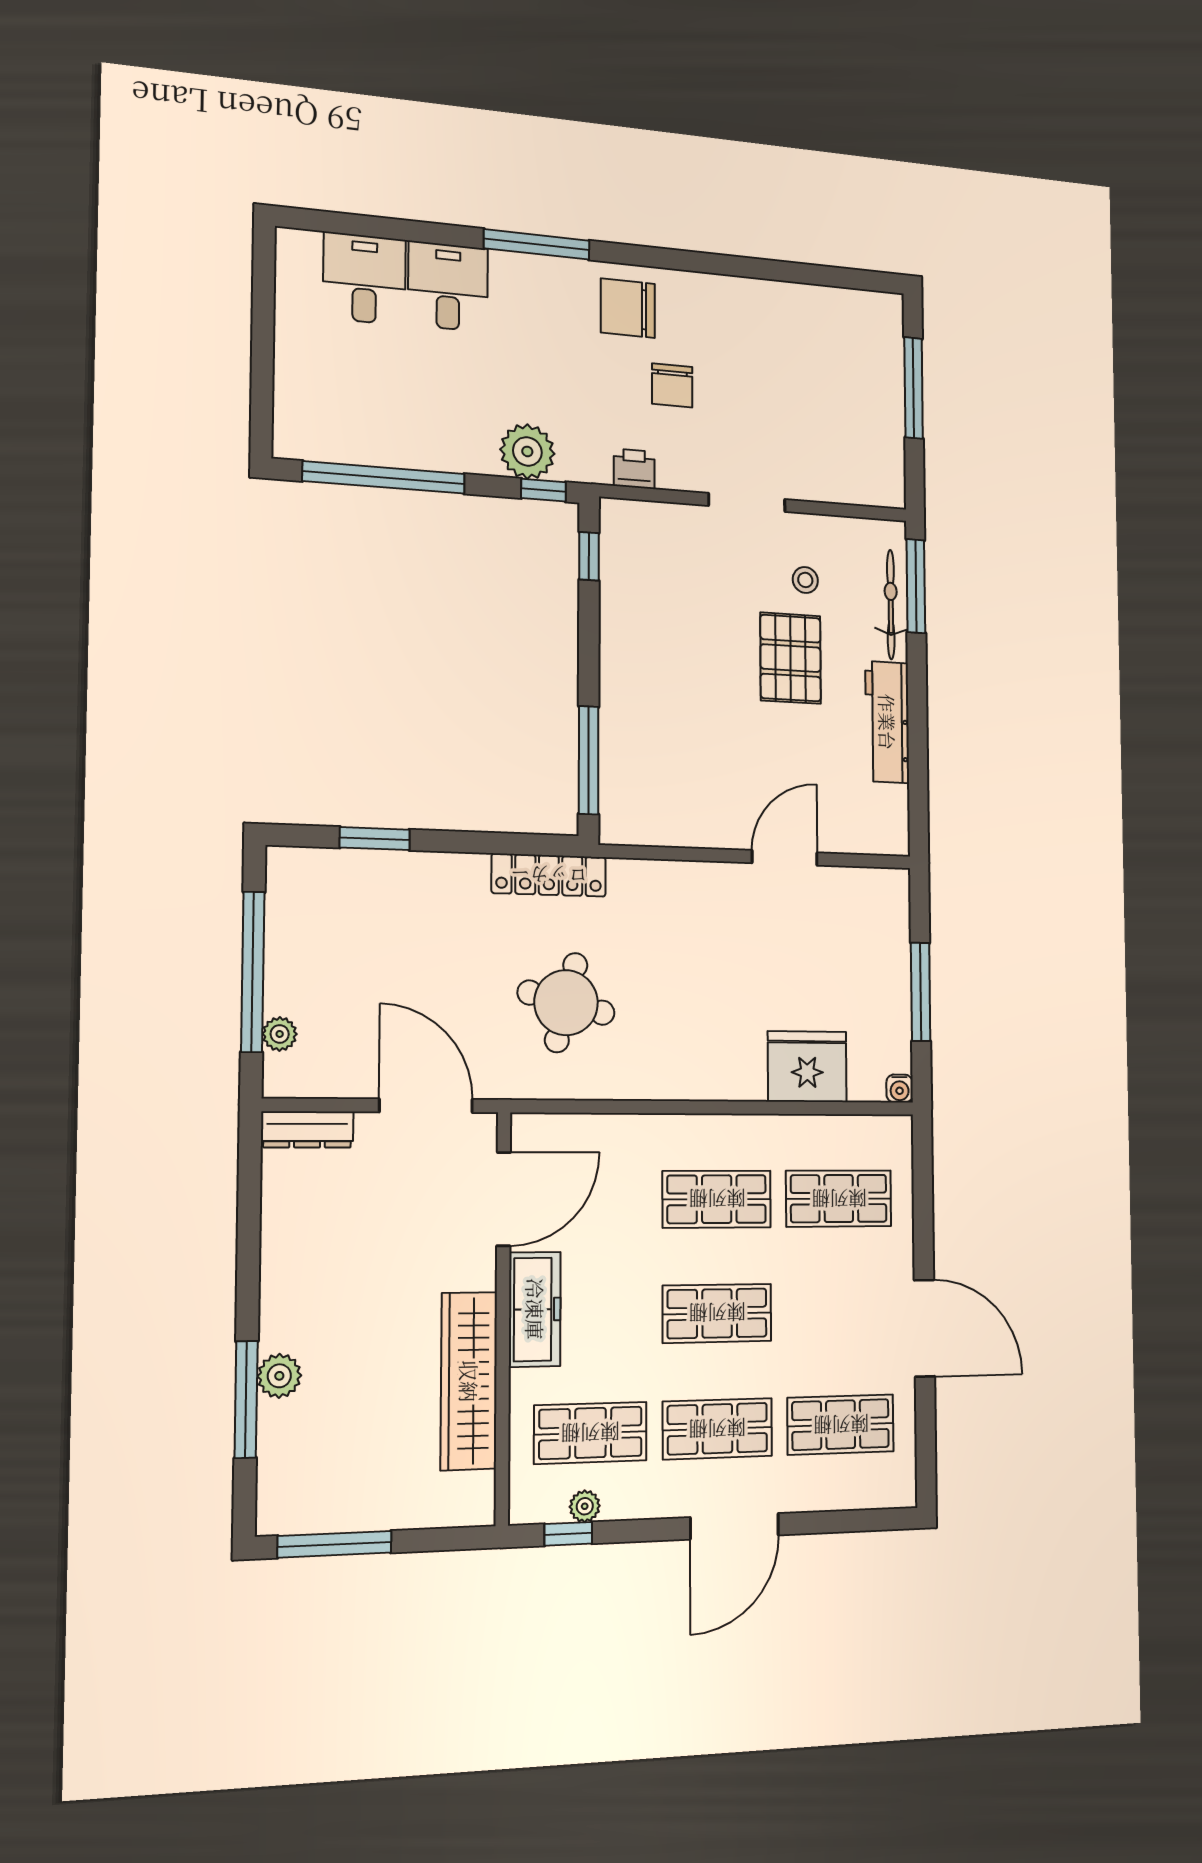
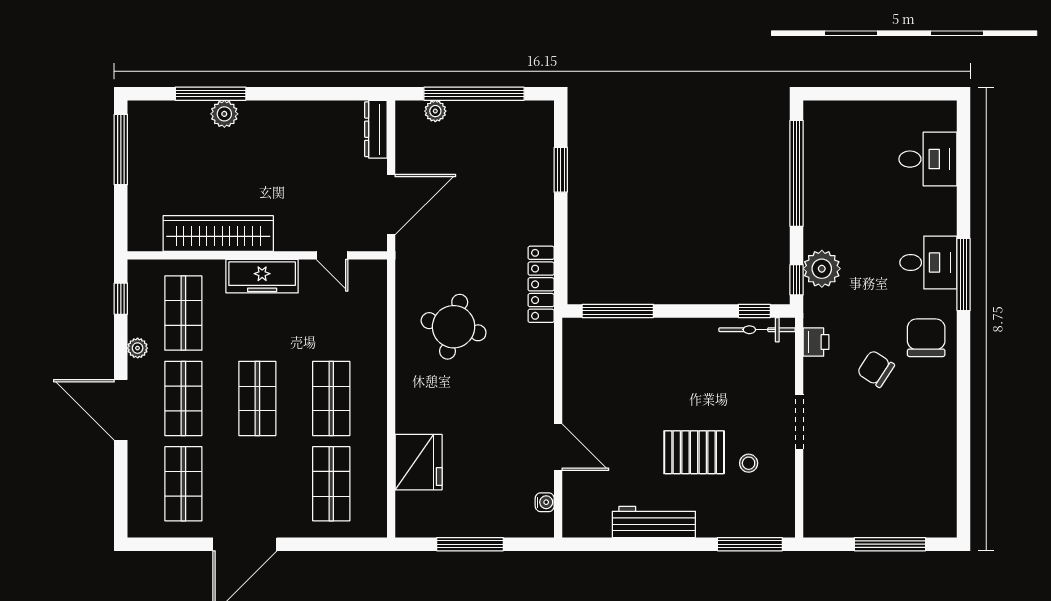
desk: (448, 287) -> (928, 263), moved
chair: (672, 385) -> (876, 369), turned 33
bicycle: (891, 605) -> (757, 330), moved, turned 180
round table: (566, 1003) -> (454, 327), moved
water cooler: (900, 1089) -> (545, 502), moved, turned 180
door: (504, 1199) -> (332, 255), width x0.53
plant: (585, 1506) -> (138, 348), moved

